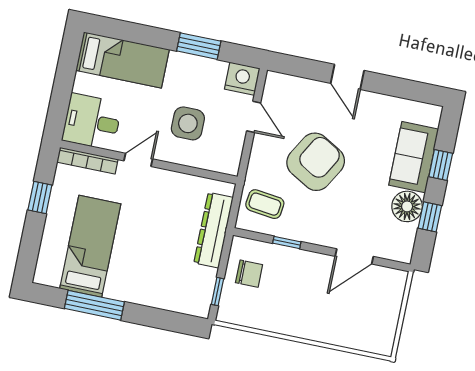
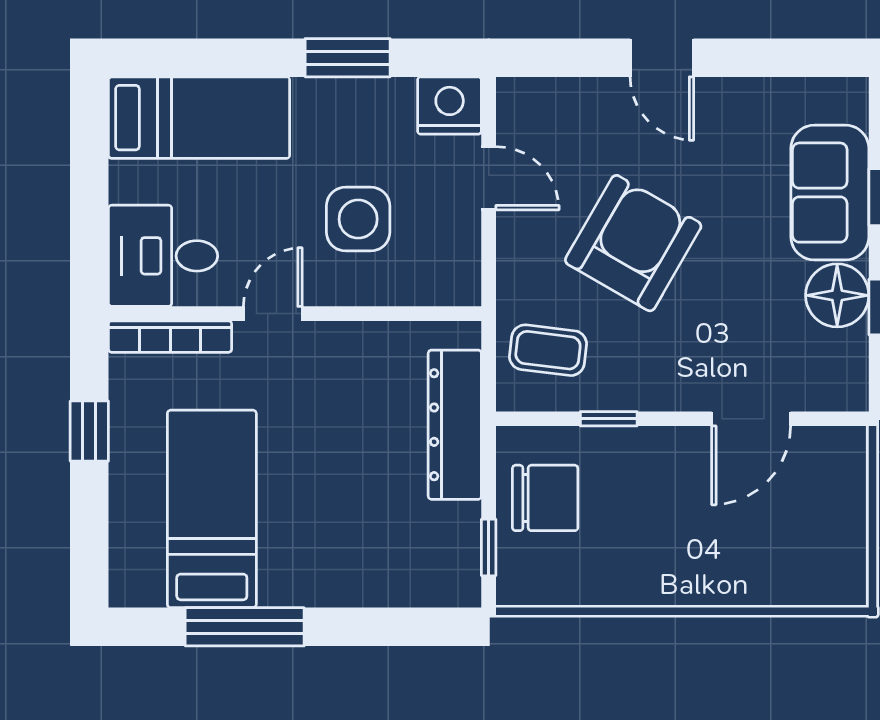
chair: (249, 274) -> (545, 498), width x1.37, depth x1.37

